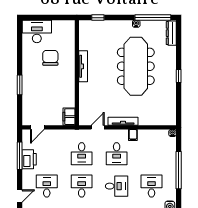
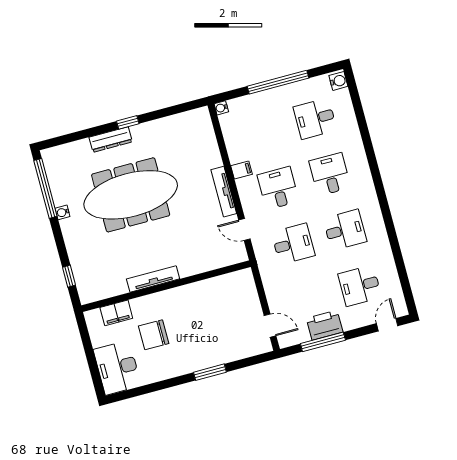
dresser: (171, 33) -> (111, 140), moved
filing cabinet: (69, 117) -> (116, 313), moved
desk: (117, 154) -> (278, 188), turned -90
desk: (82, 186) -> (345, 230), turned 180
door: (20, 196) -> (387, 325), hinge flipped

